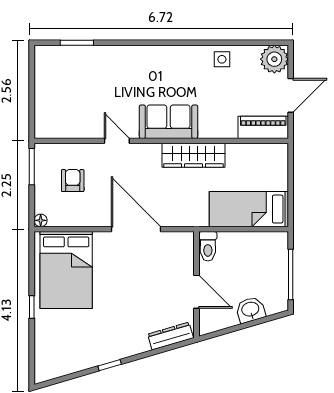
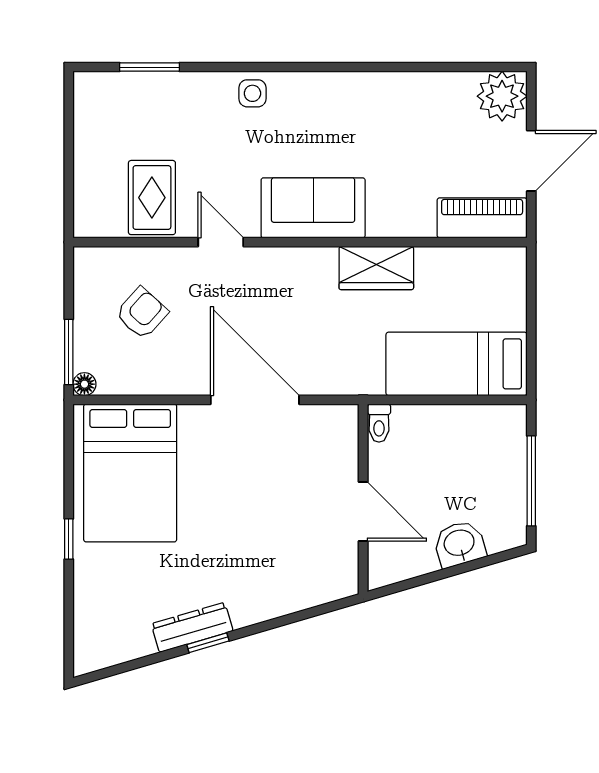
side table: (222, 59) -> (252, 93), moved
rug: (78, 116) -> (152, 198), added
wardrobe: (193, 155) -> (376, 268), width x0.67
window: (32, 167) -> (69, 352), moved
armchair: (73, 181) -> (142, 313), turned 42
toilet: (208, 246) -> (379, 423), width x0.73, depth x0.72
dresser: (171, 336) -> (192, 627), moved

